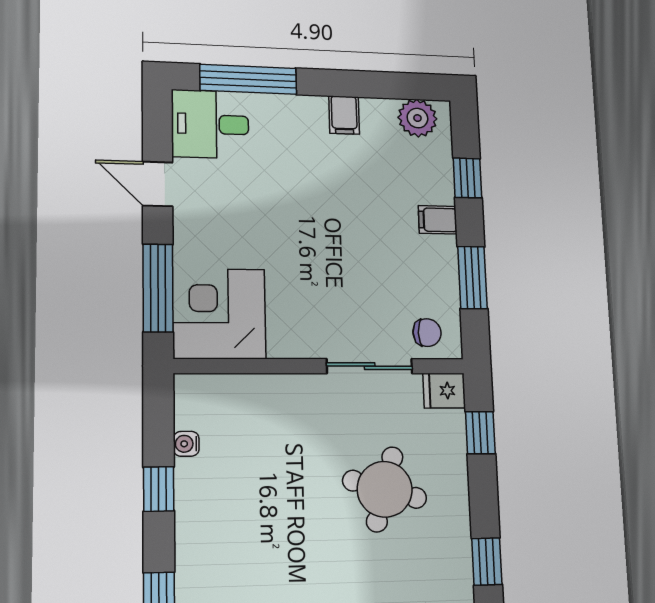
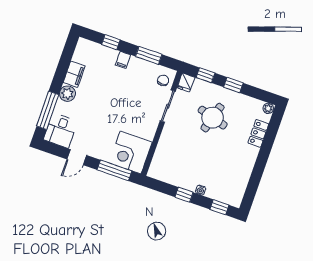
filing cabinet: (344, 115) -> (74, 74), width x2.00
plant: (417, 118) -> (67, 94), moved
water cooler: (186, 444) -> (201, 190), moved
window: (487, 562) -> (233, 85), moved

